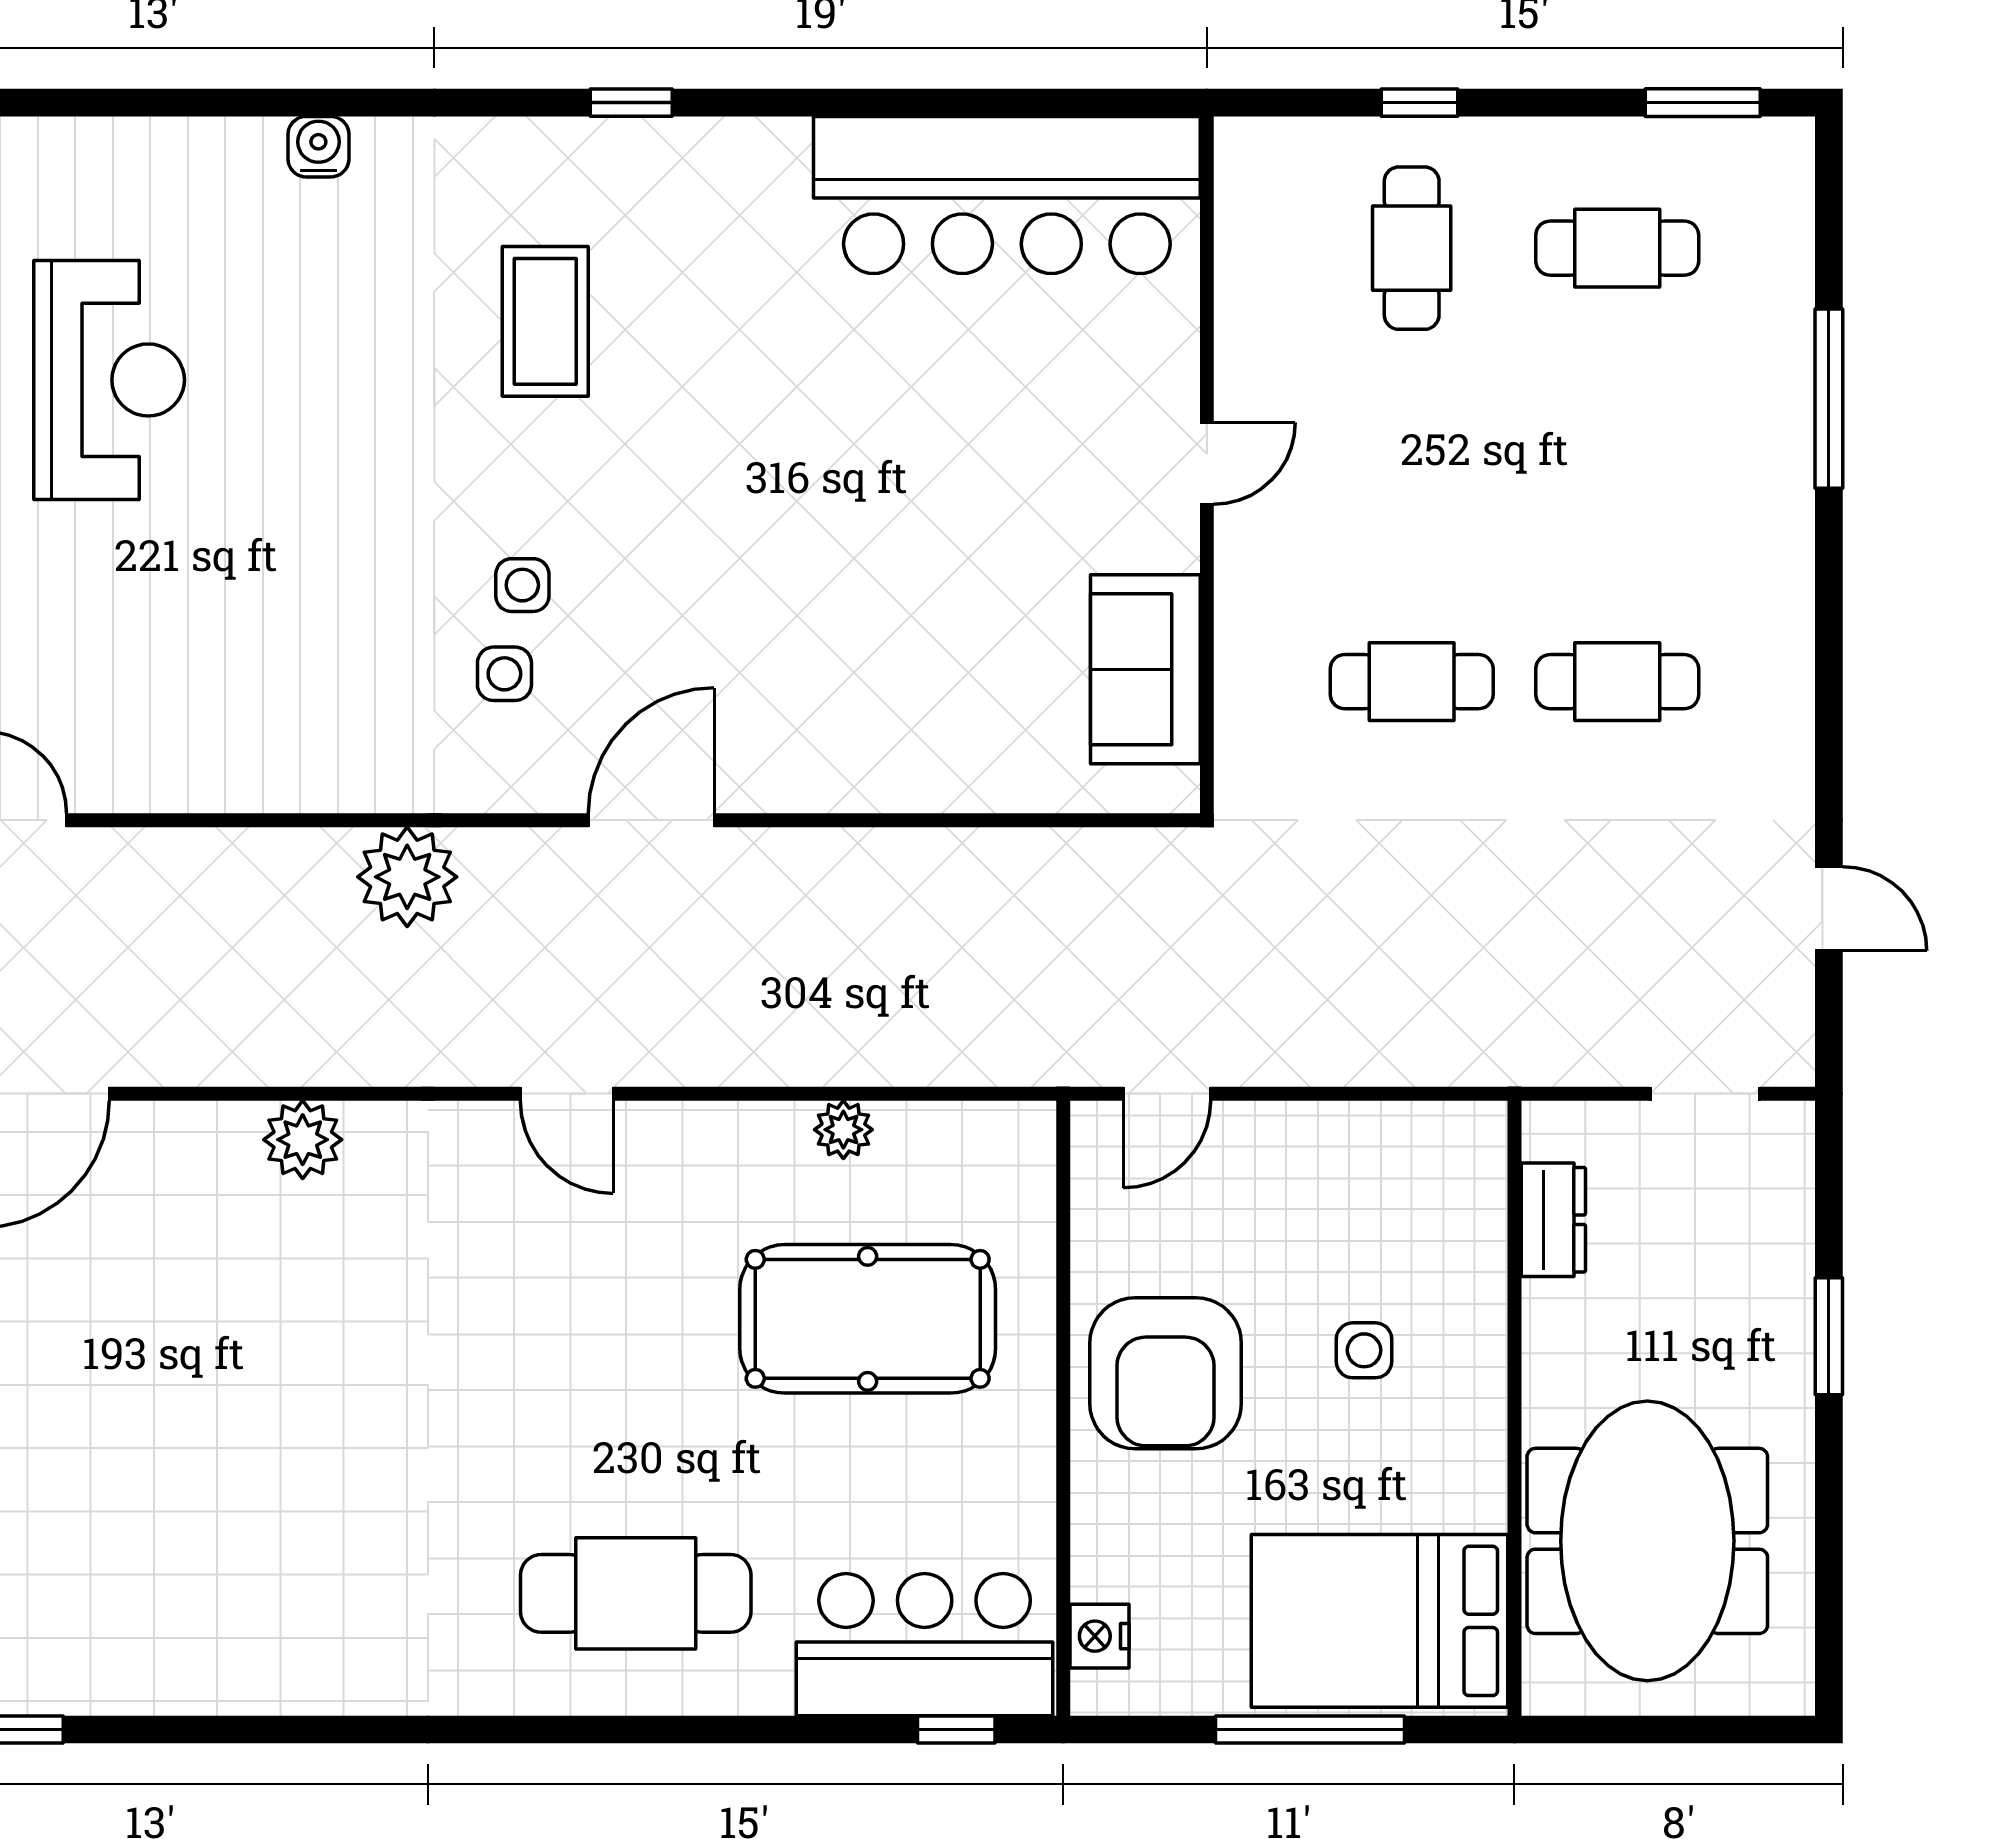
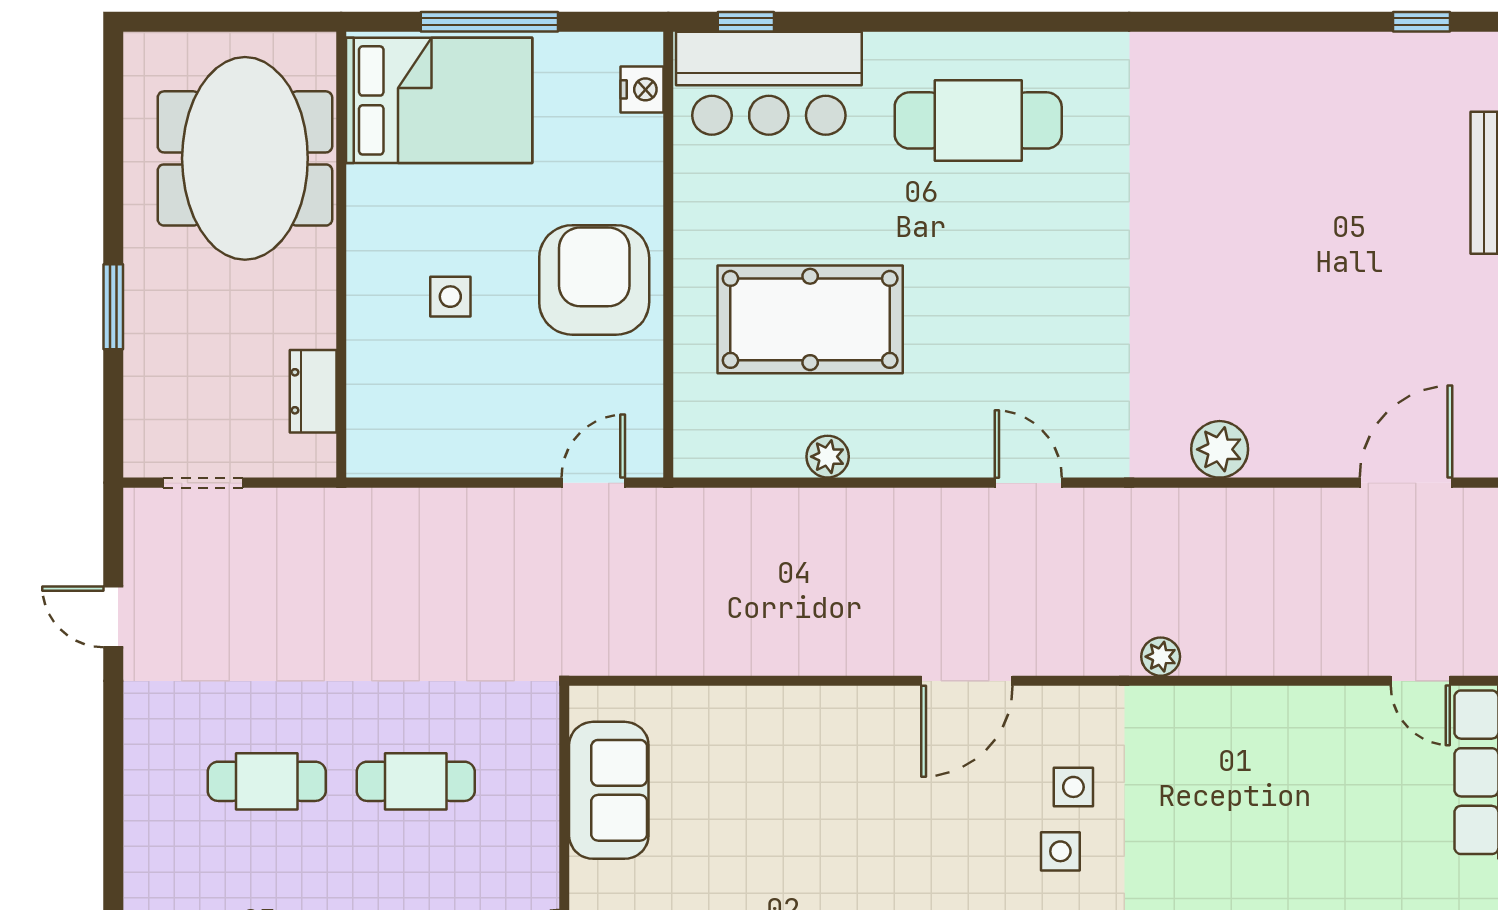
plant: (407, 877) -> (1161, 657), width x0.53, depth x0.53

